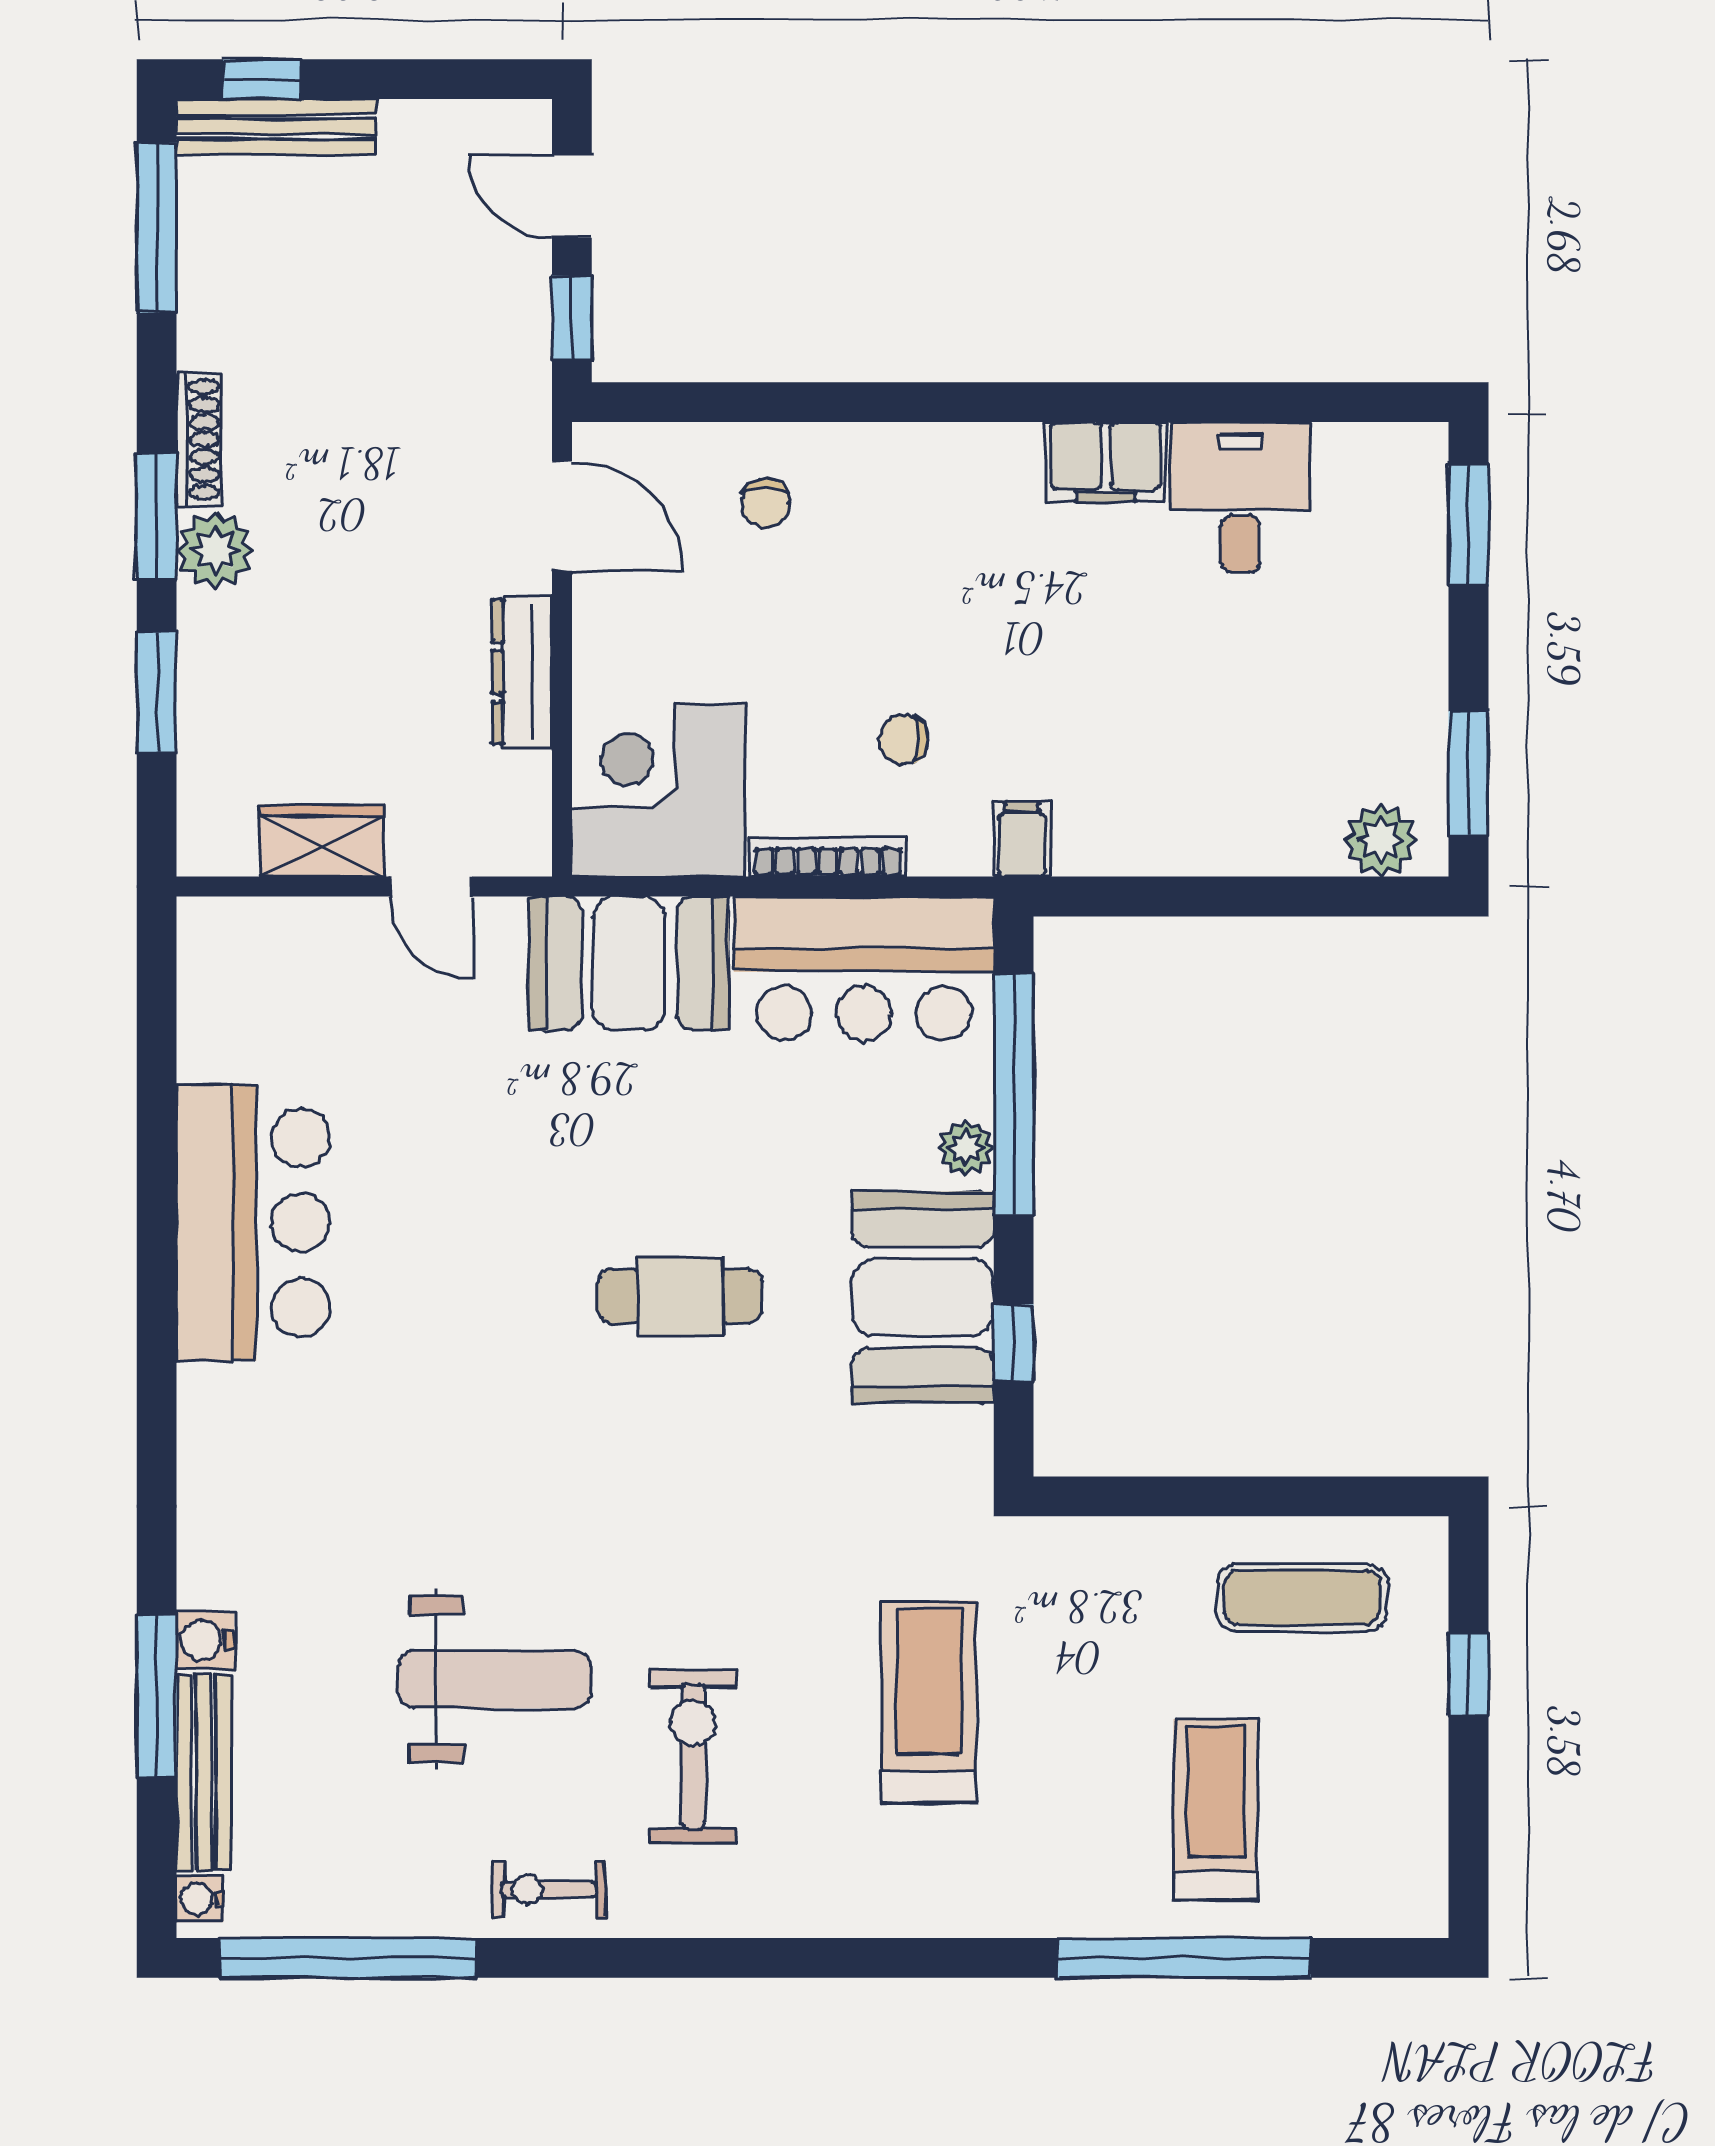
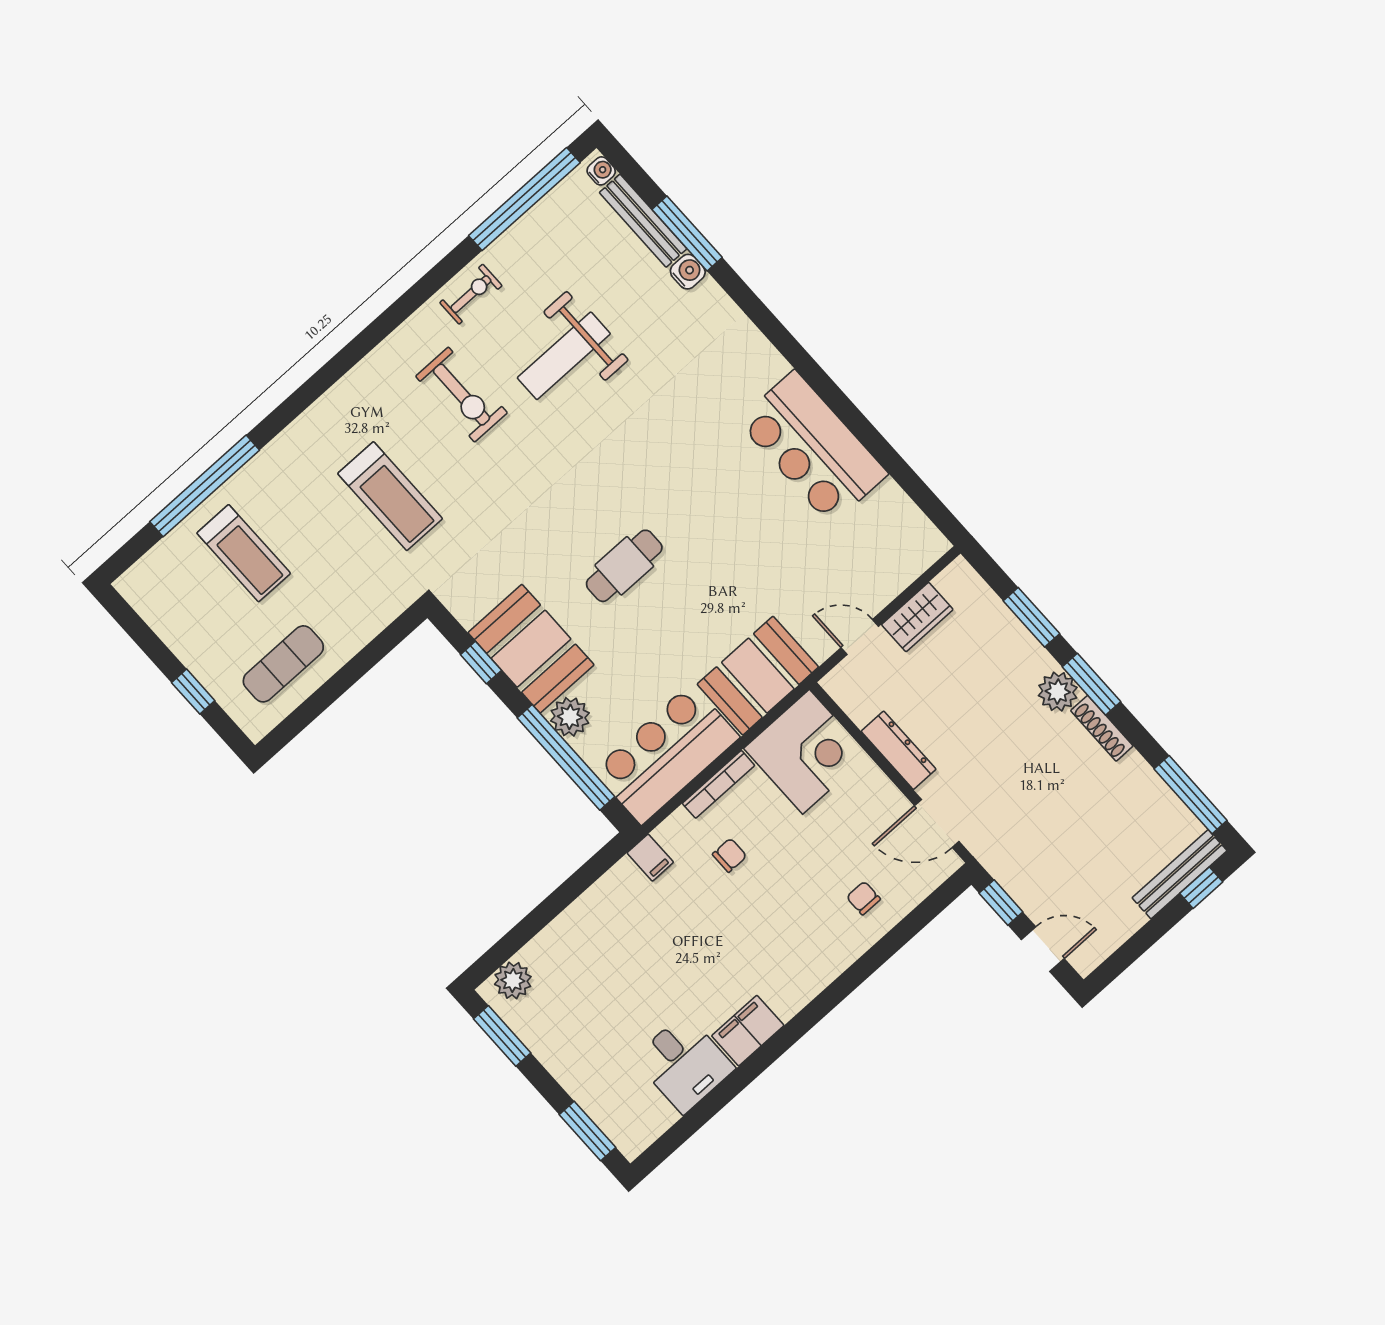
plant: (966, 1148) -> (570, 717), width x1.38, depth x1.38

